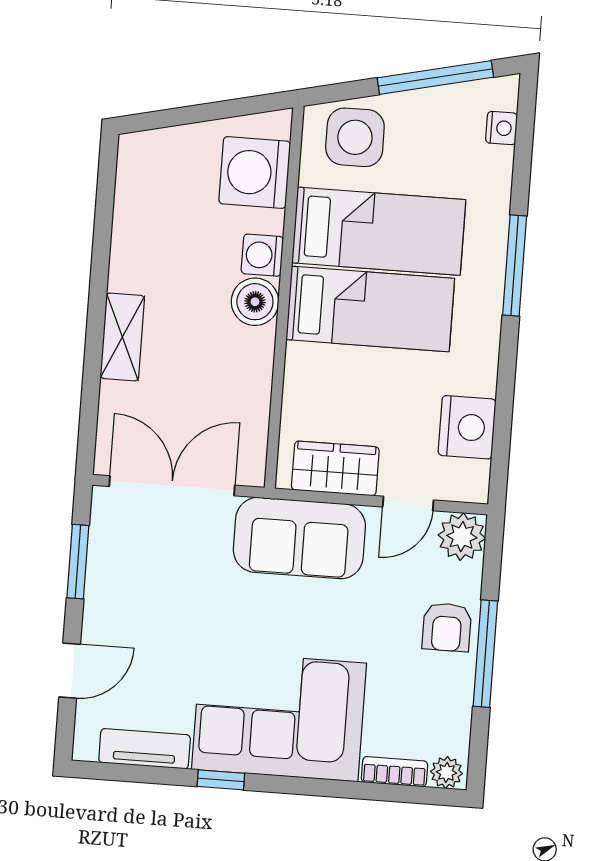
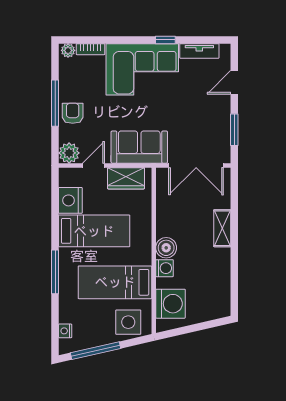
bed: (370, 309) -> (94, 231), moved, turned 180

